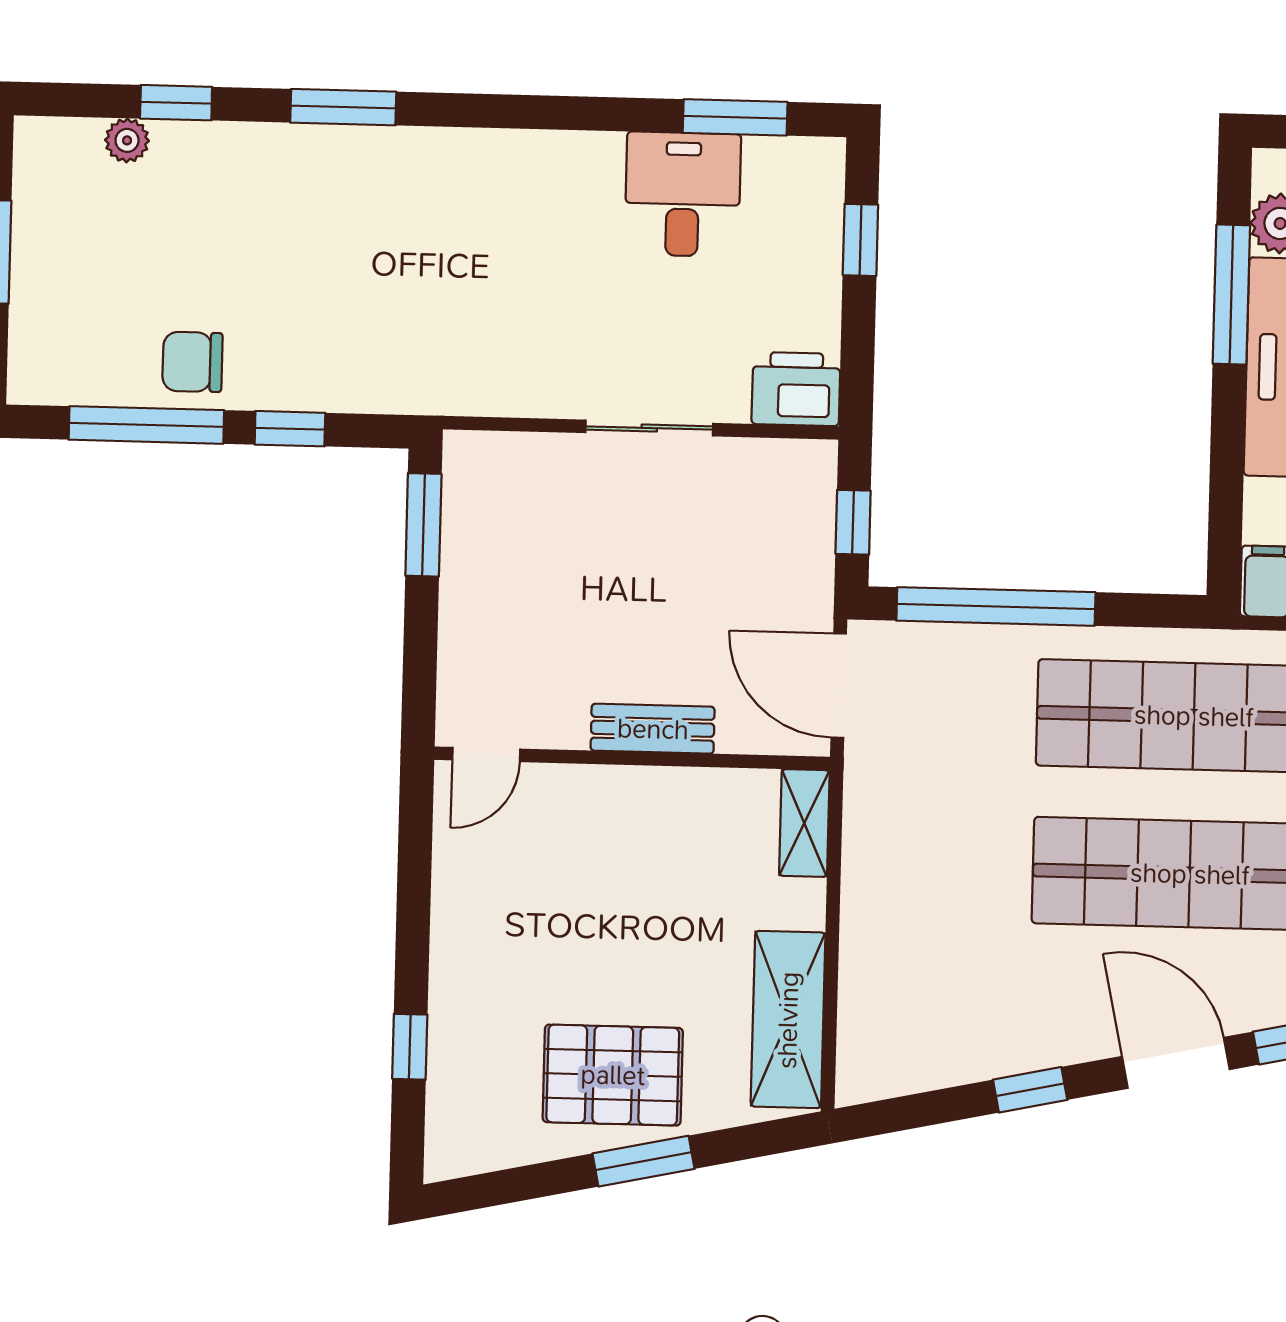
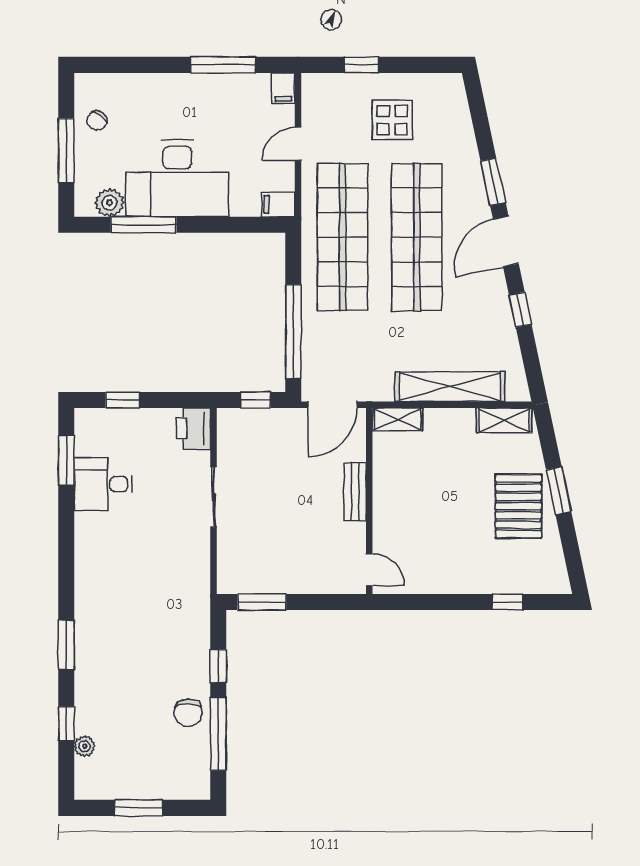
shelving: (871, 936) -> (450, 387), added
shelving: (788, 1020) -> (504, 420), width x0.67, depth x0.75

